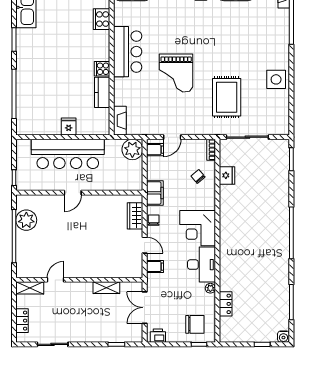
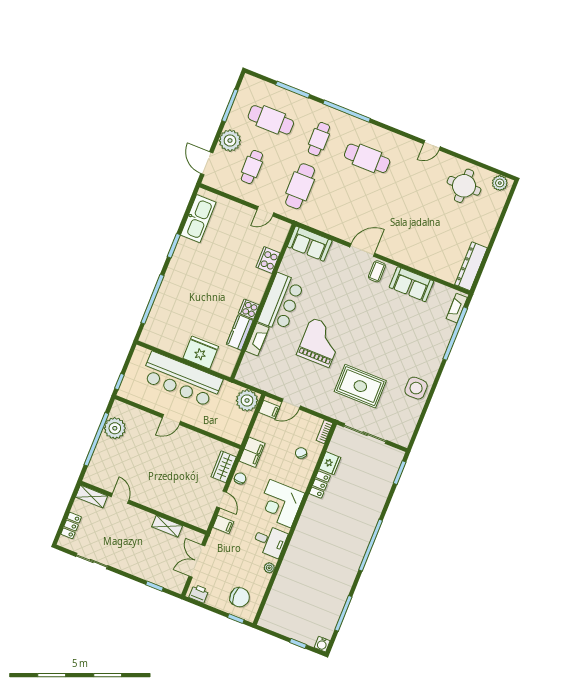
grand piano: (176, 73) -> (320, 342), turned 180
rug: (227, 97) -> (360, 386), turned 90
fireplace: (120, 121) -> (257, 339), moved
fridge: (69, 127) -> (201, 352), width x1.88, depth x1.34
desk: (202, 265) -> (270, 541), width x0.73
door: (55, 280) -> (120, 498), hinge flipped
locker: (226, 304) -> (320, 485), moved

